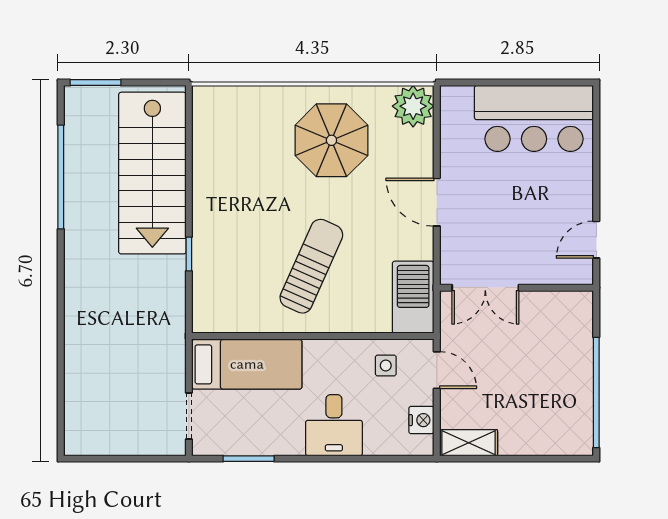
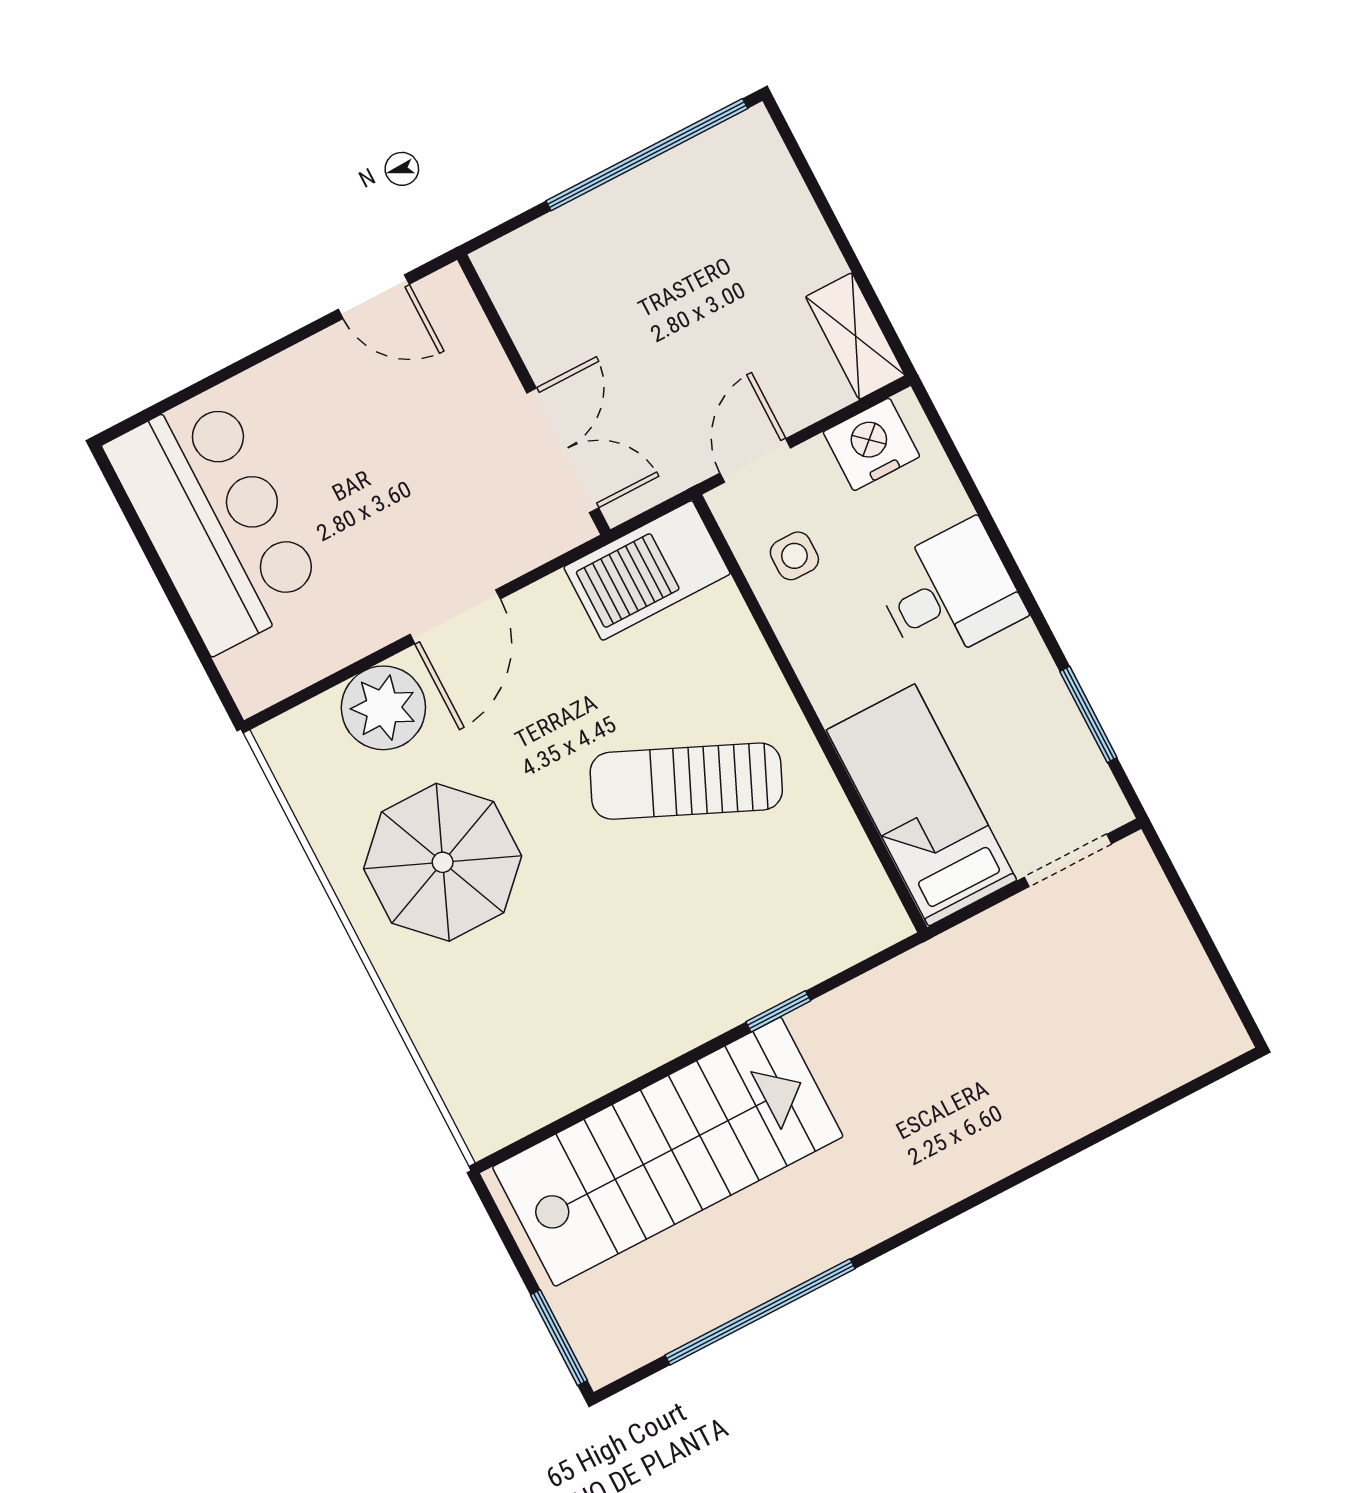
plant: (413, 106) -> (383, 708), moved
nightstand: (421, 420) -> (871, 444), width x1.36, depth x1.33

